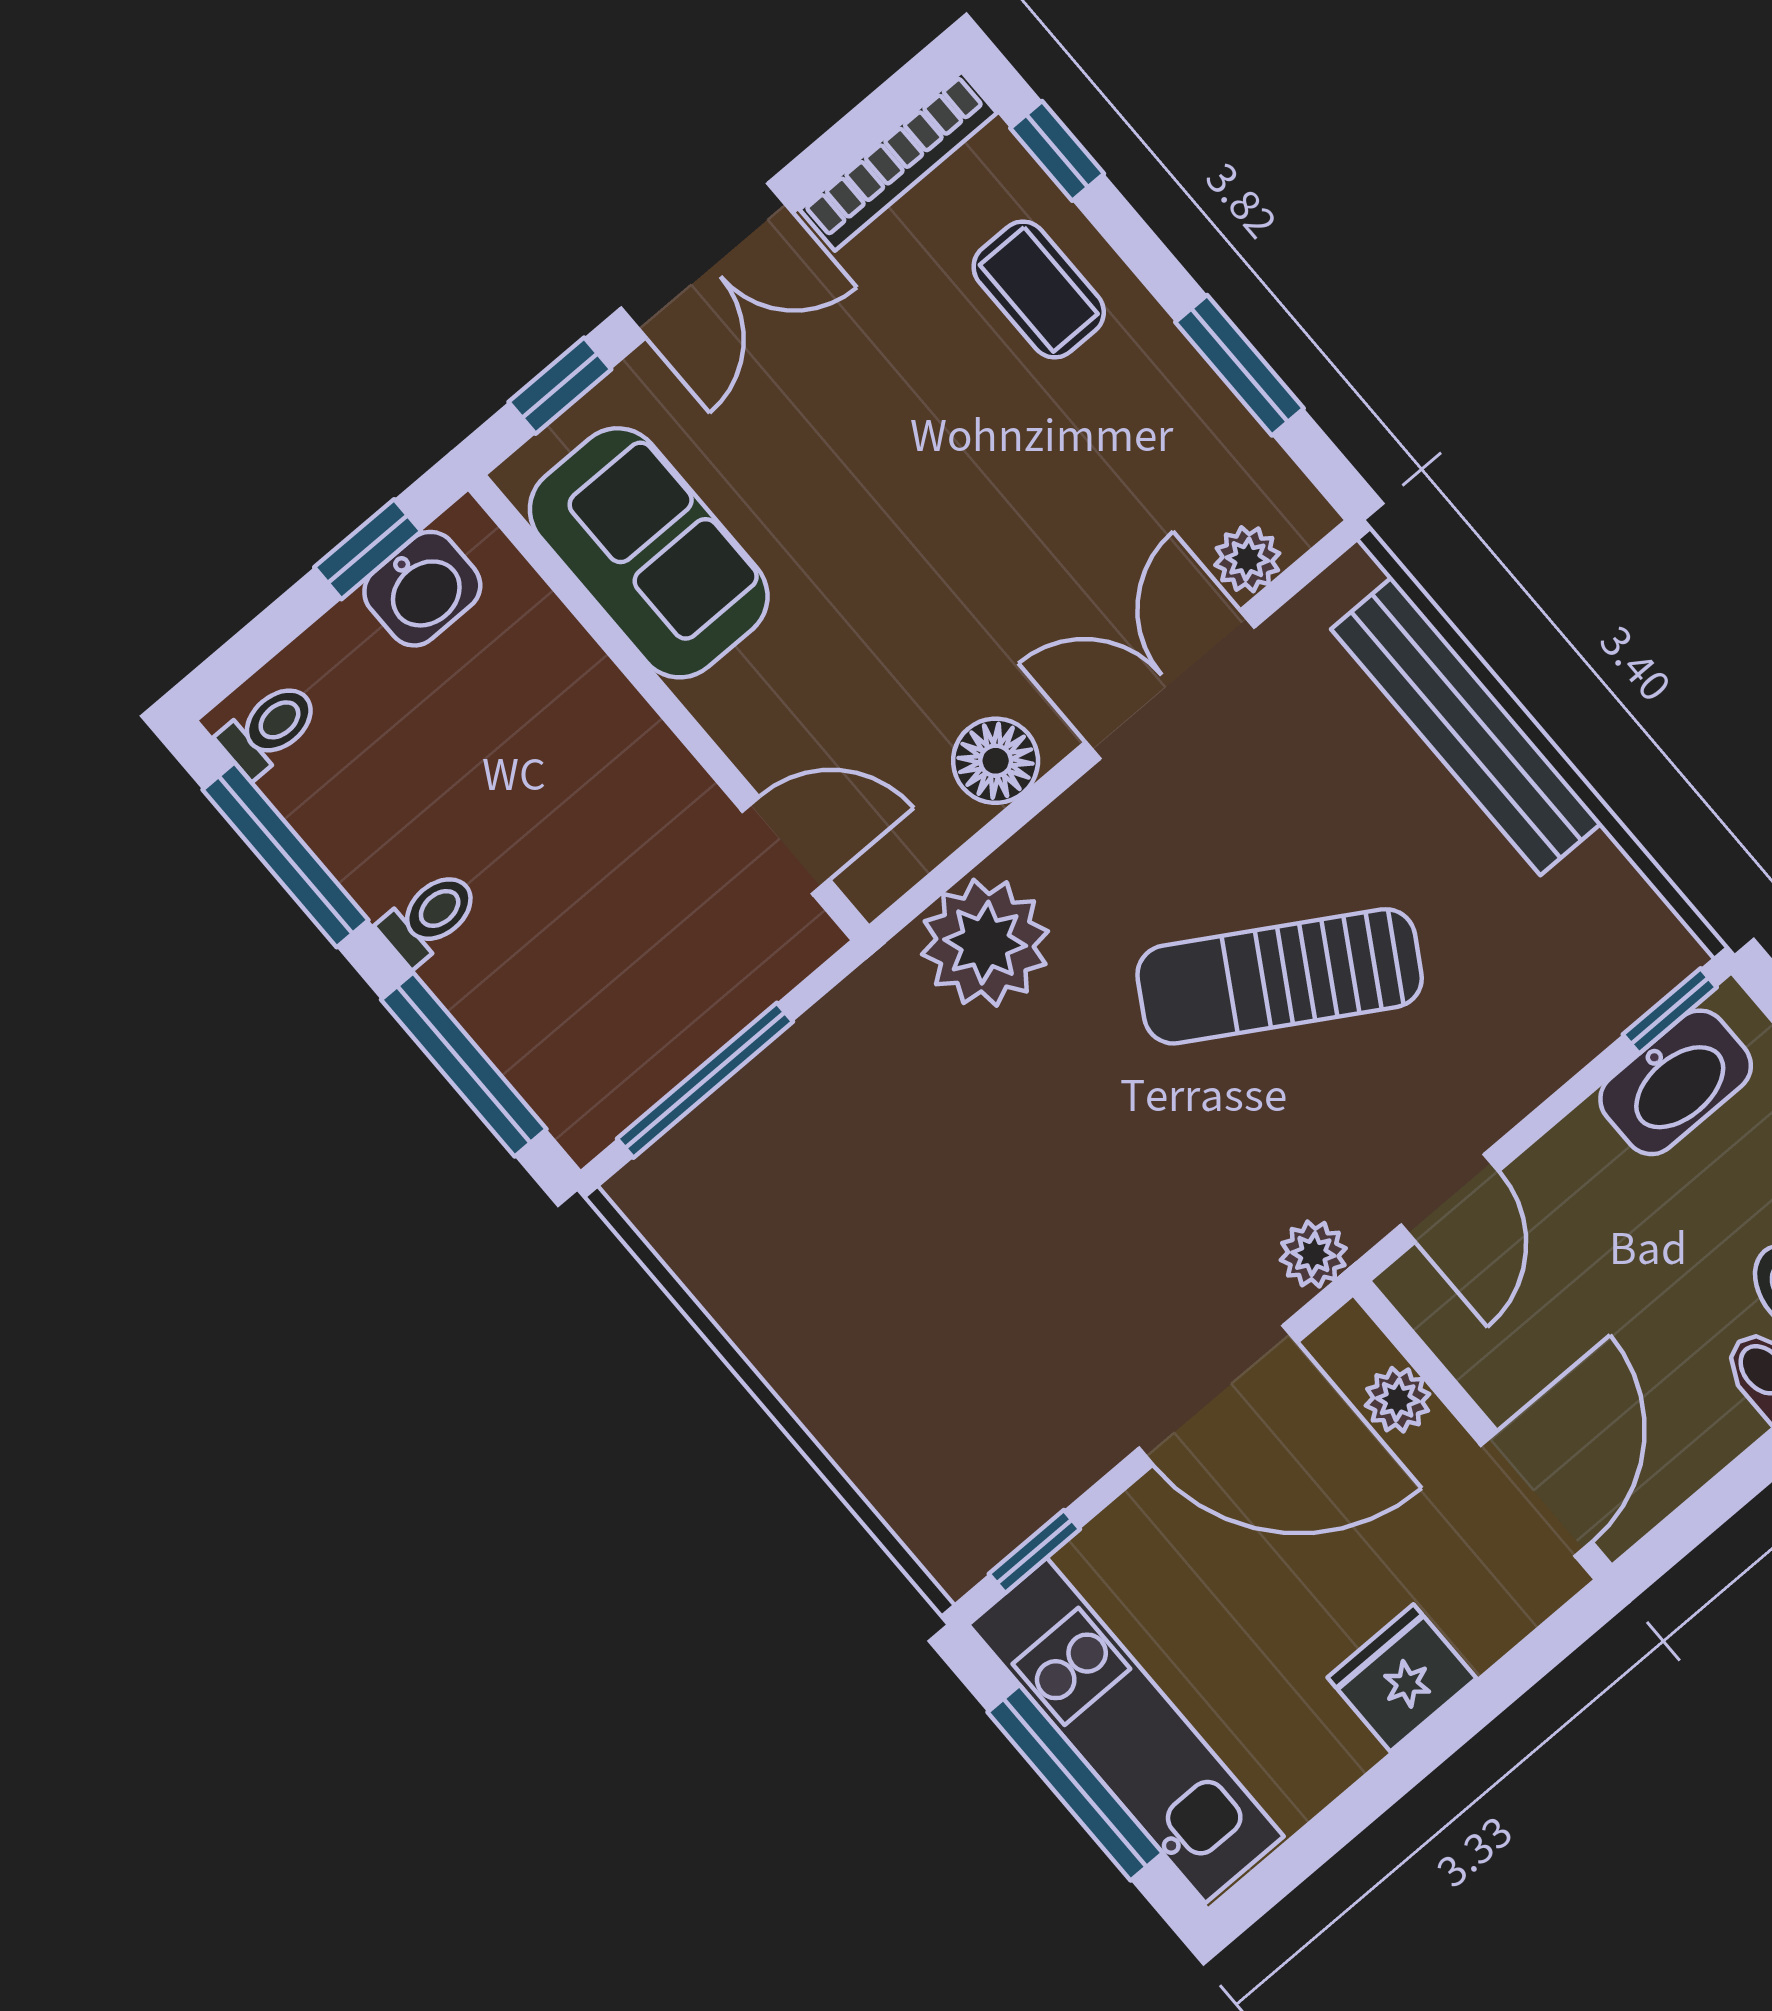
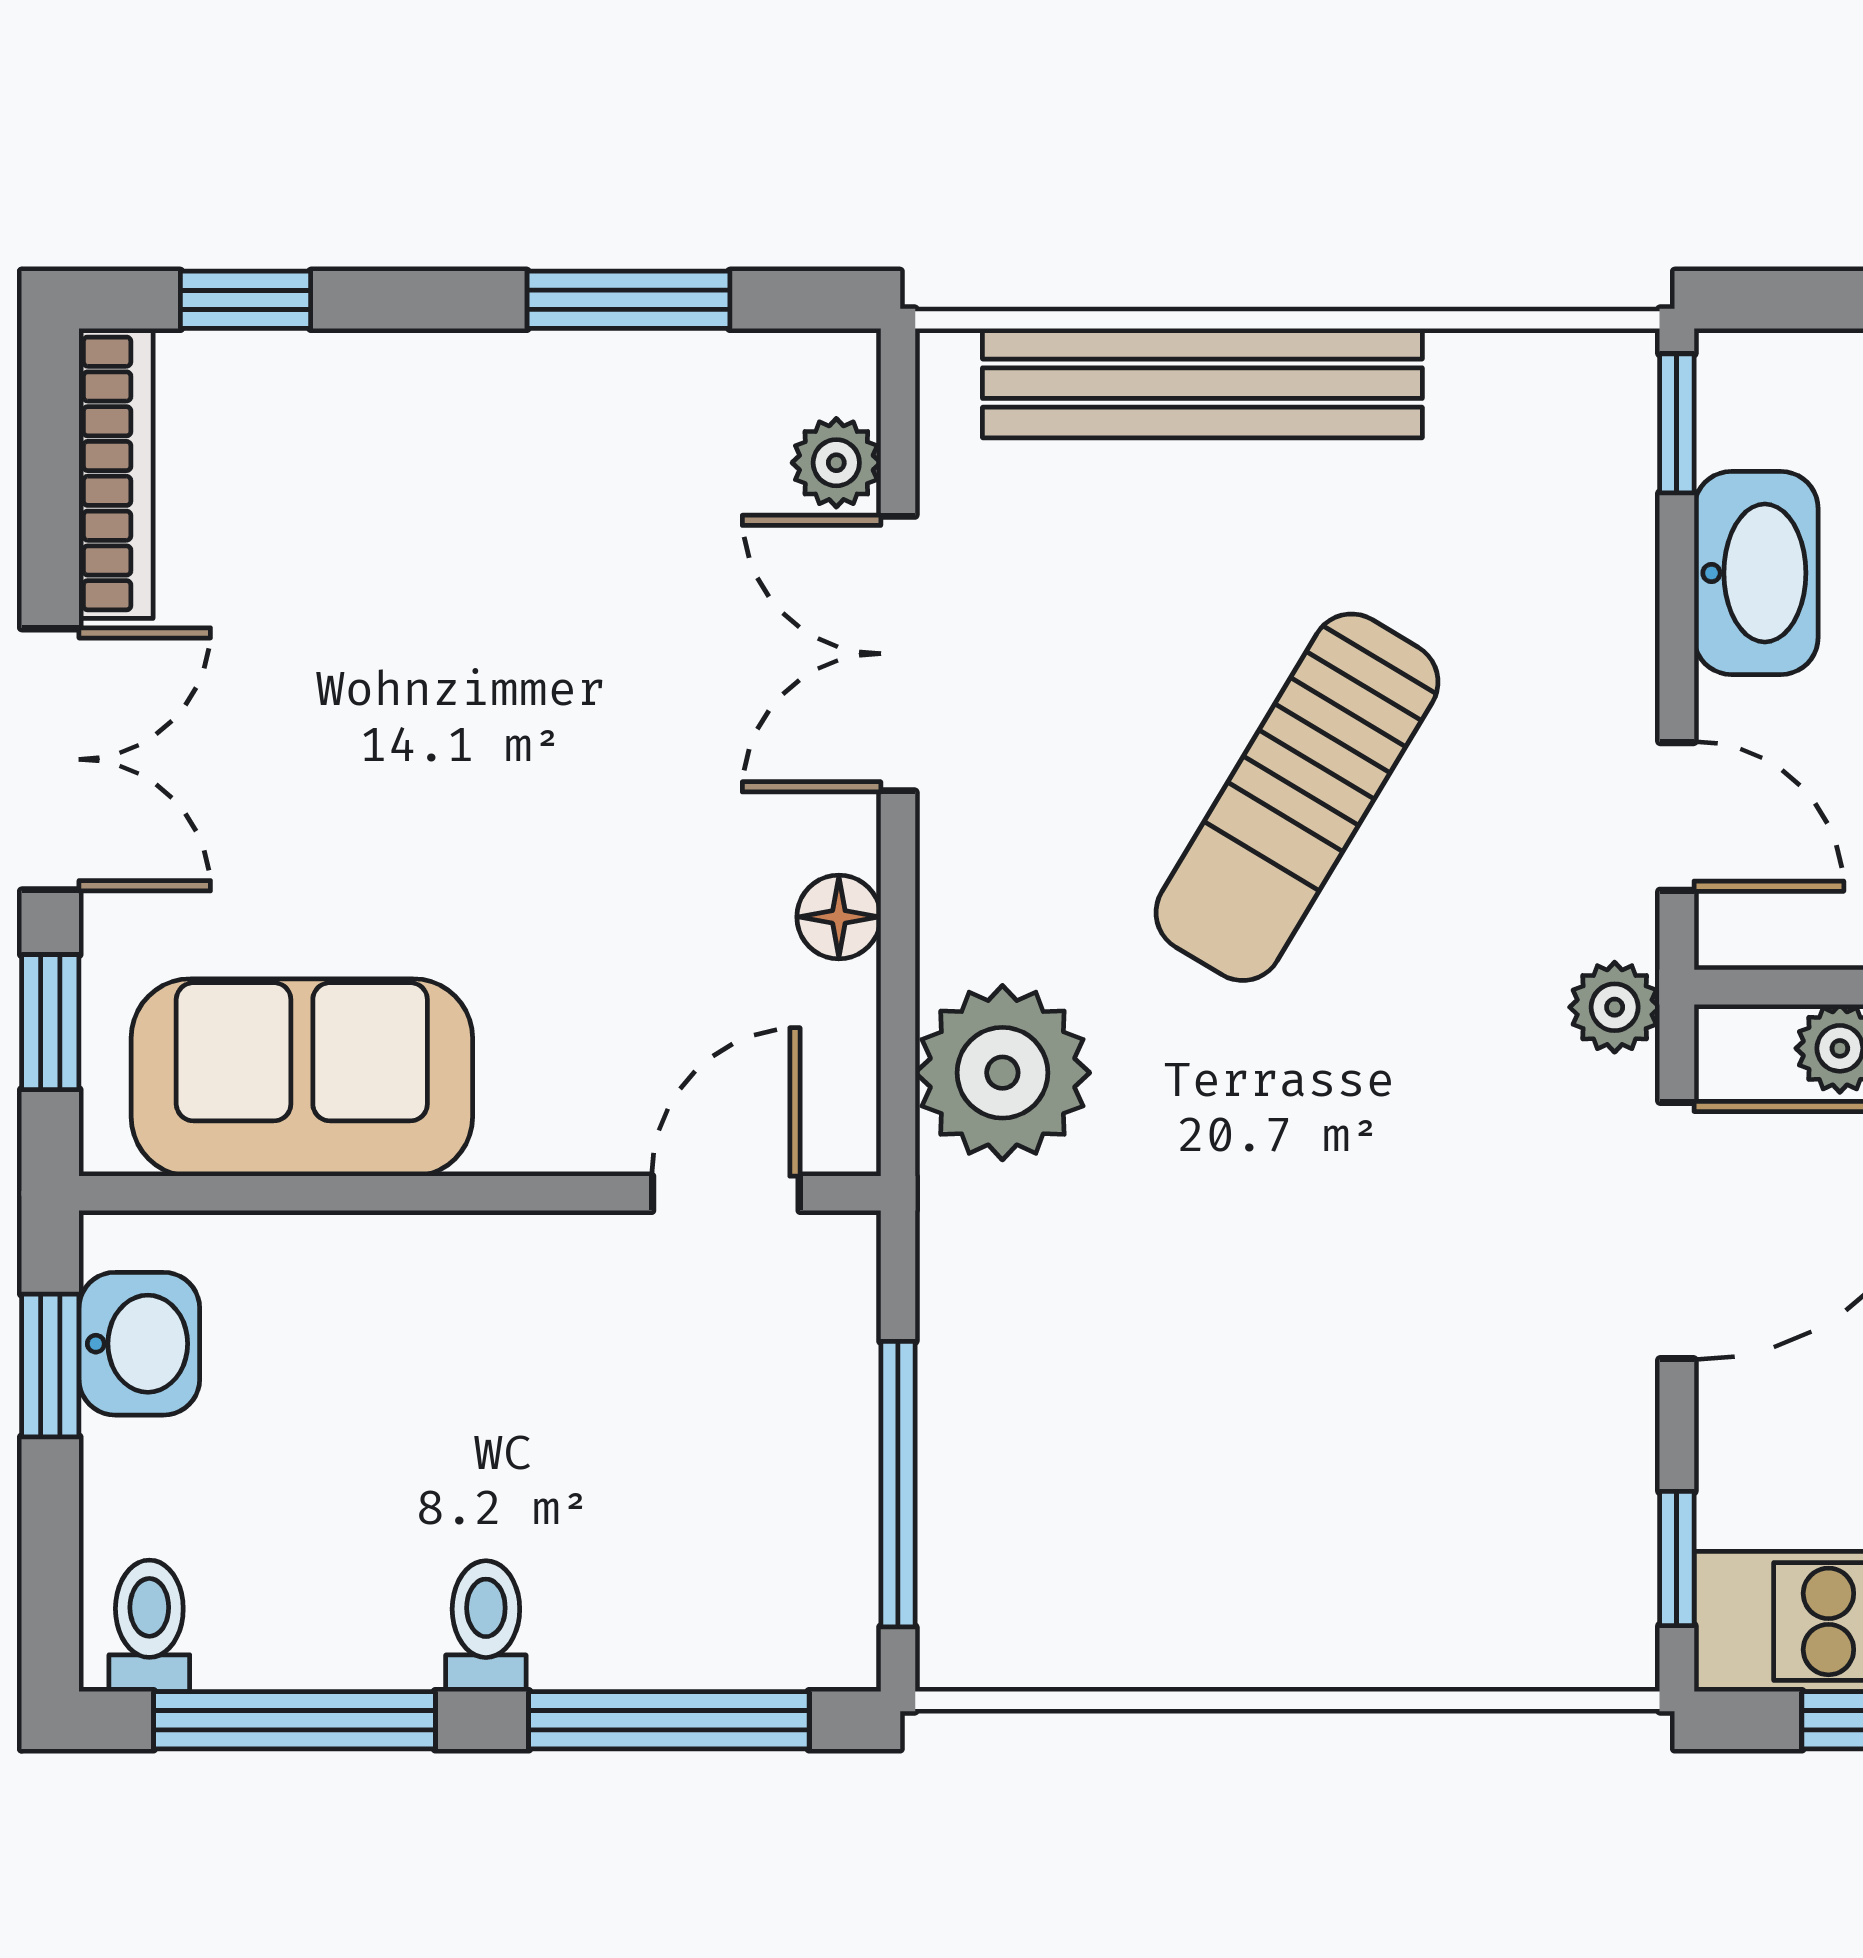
coffee table: (1039, 289) -> (373, 441), removed
floor lamp: (996, 761) -> (839, 917), width x0.73, depth x0.73
washbasin: (1676, 1082) -> (1756, 573), moved

